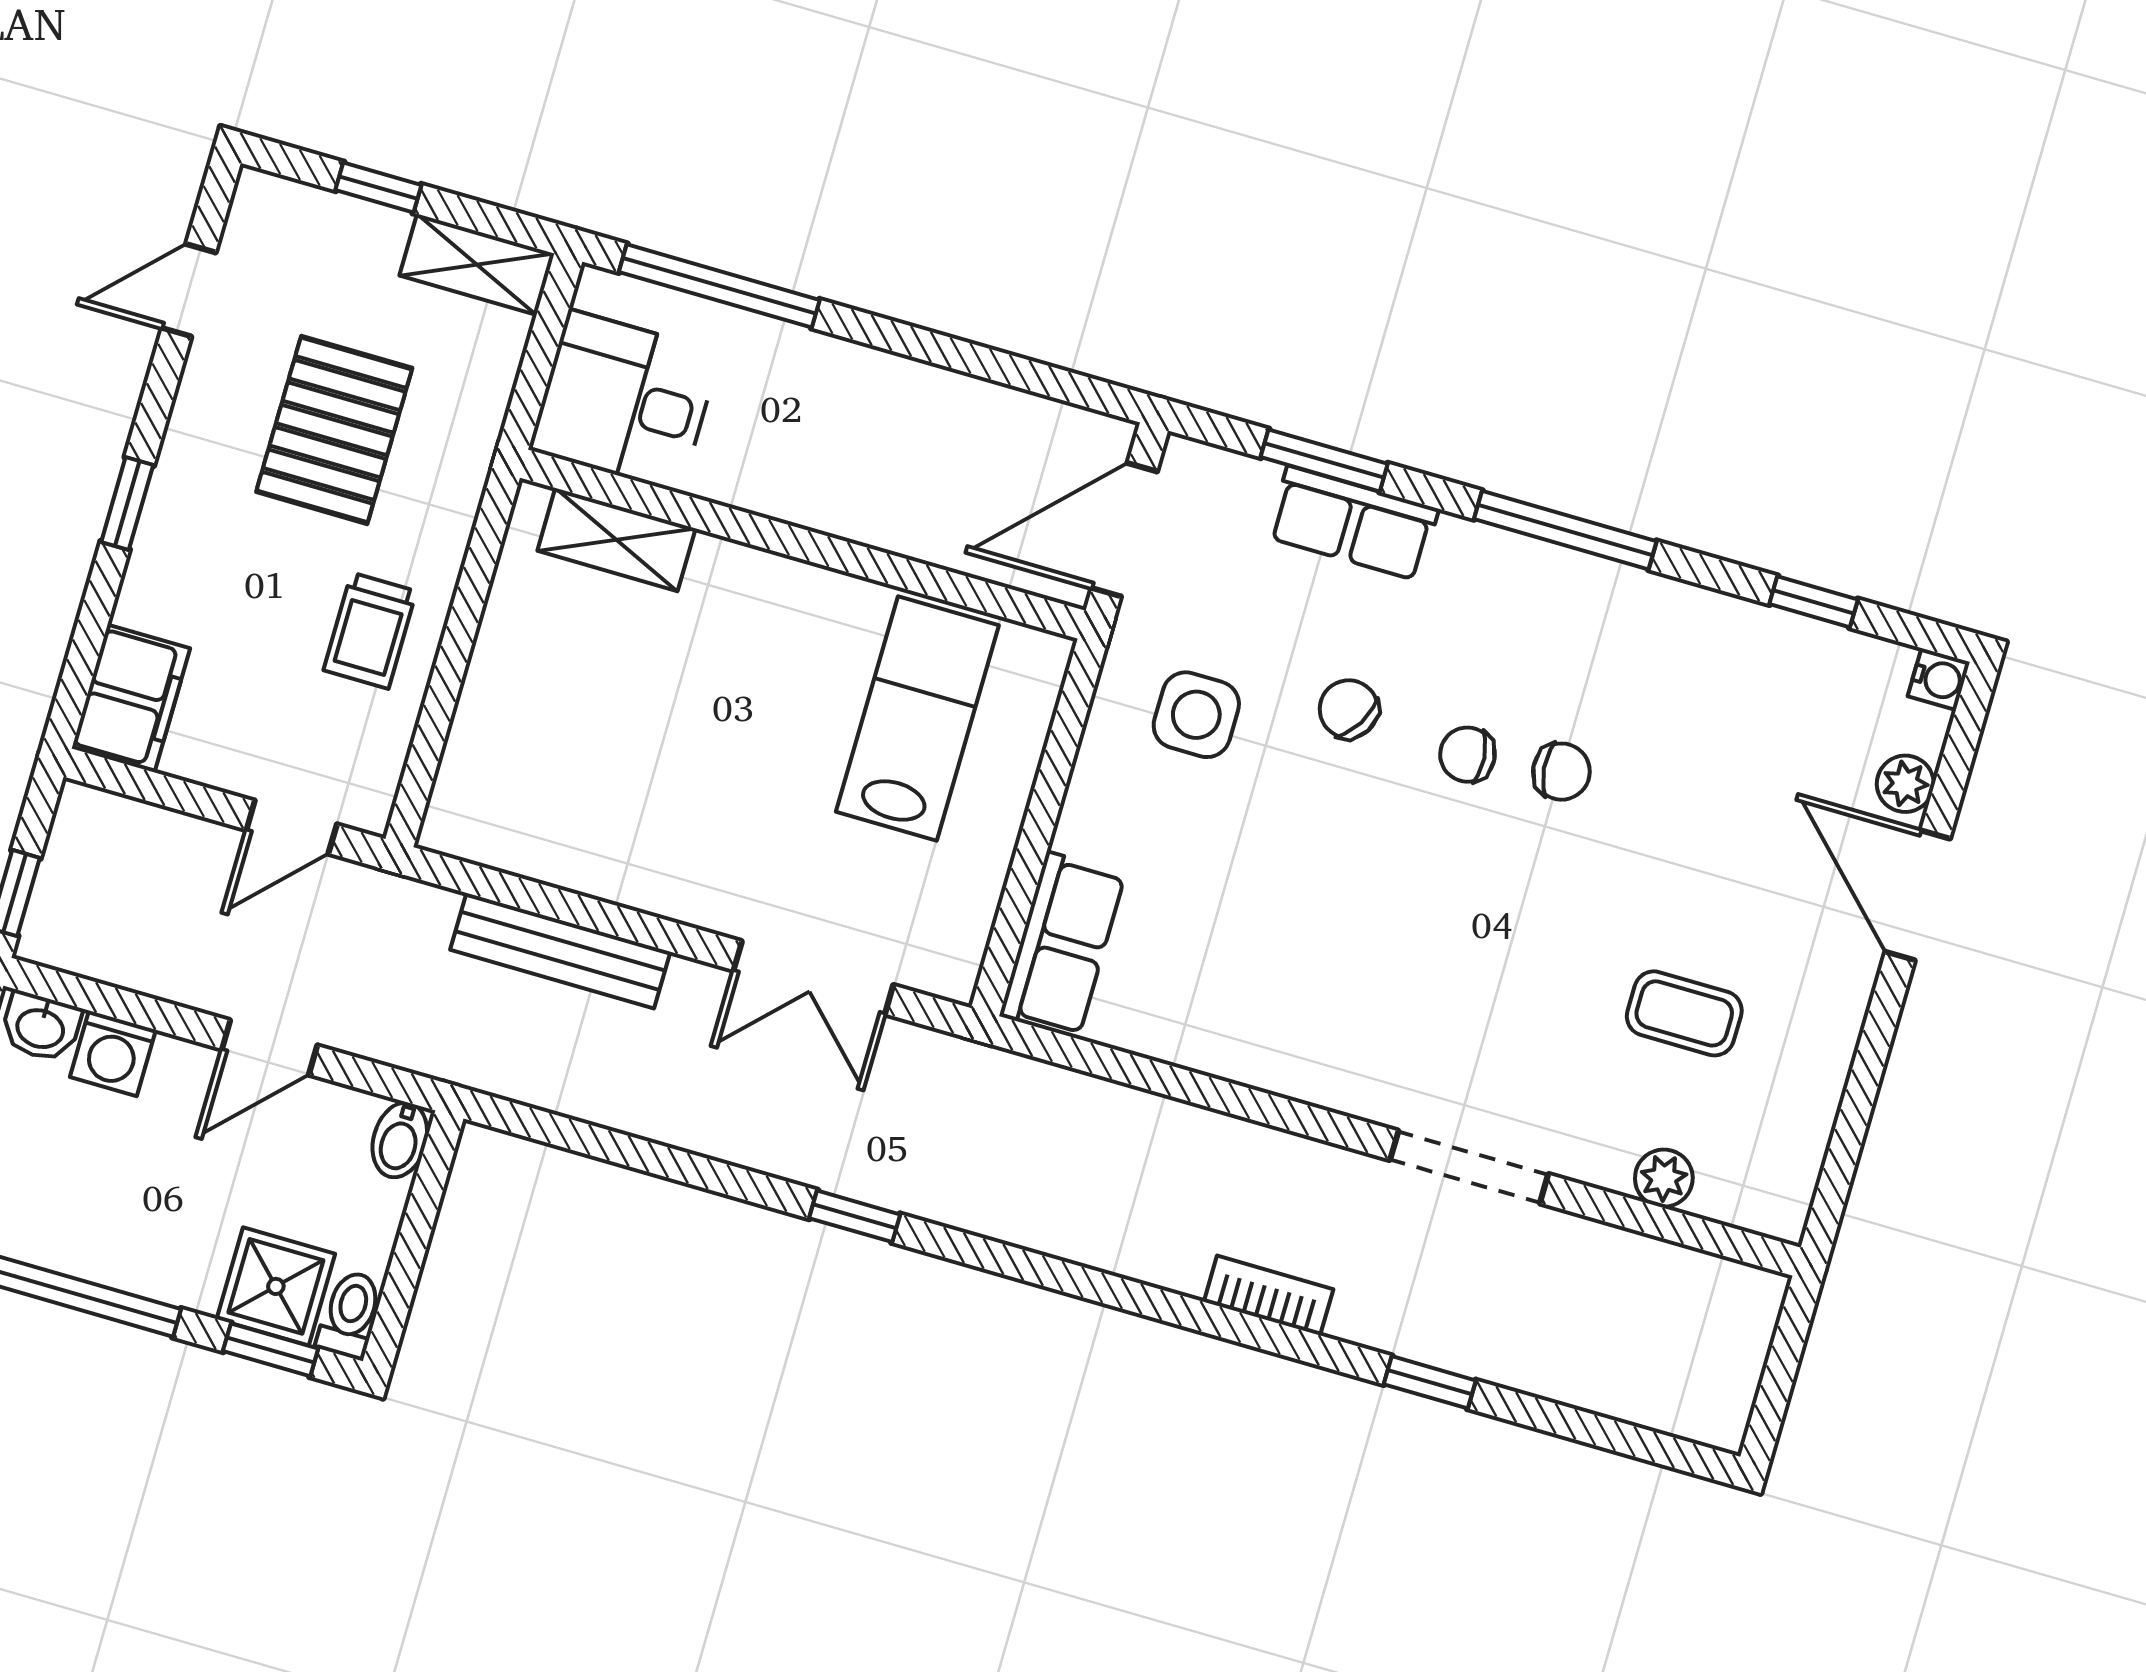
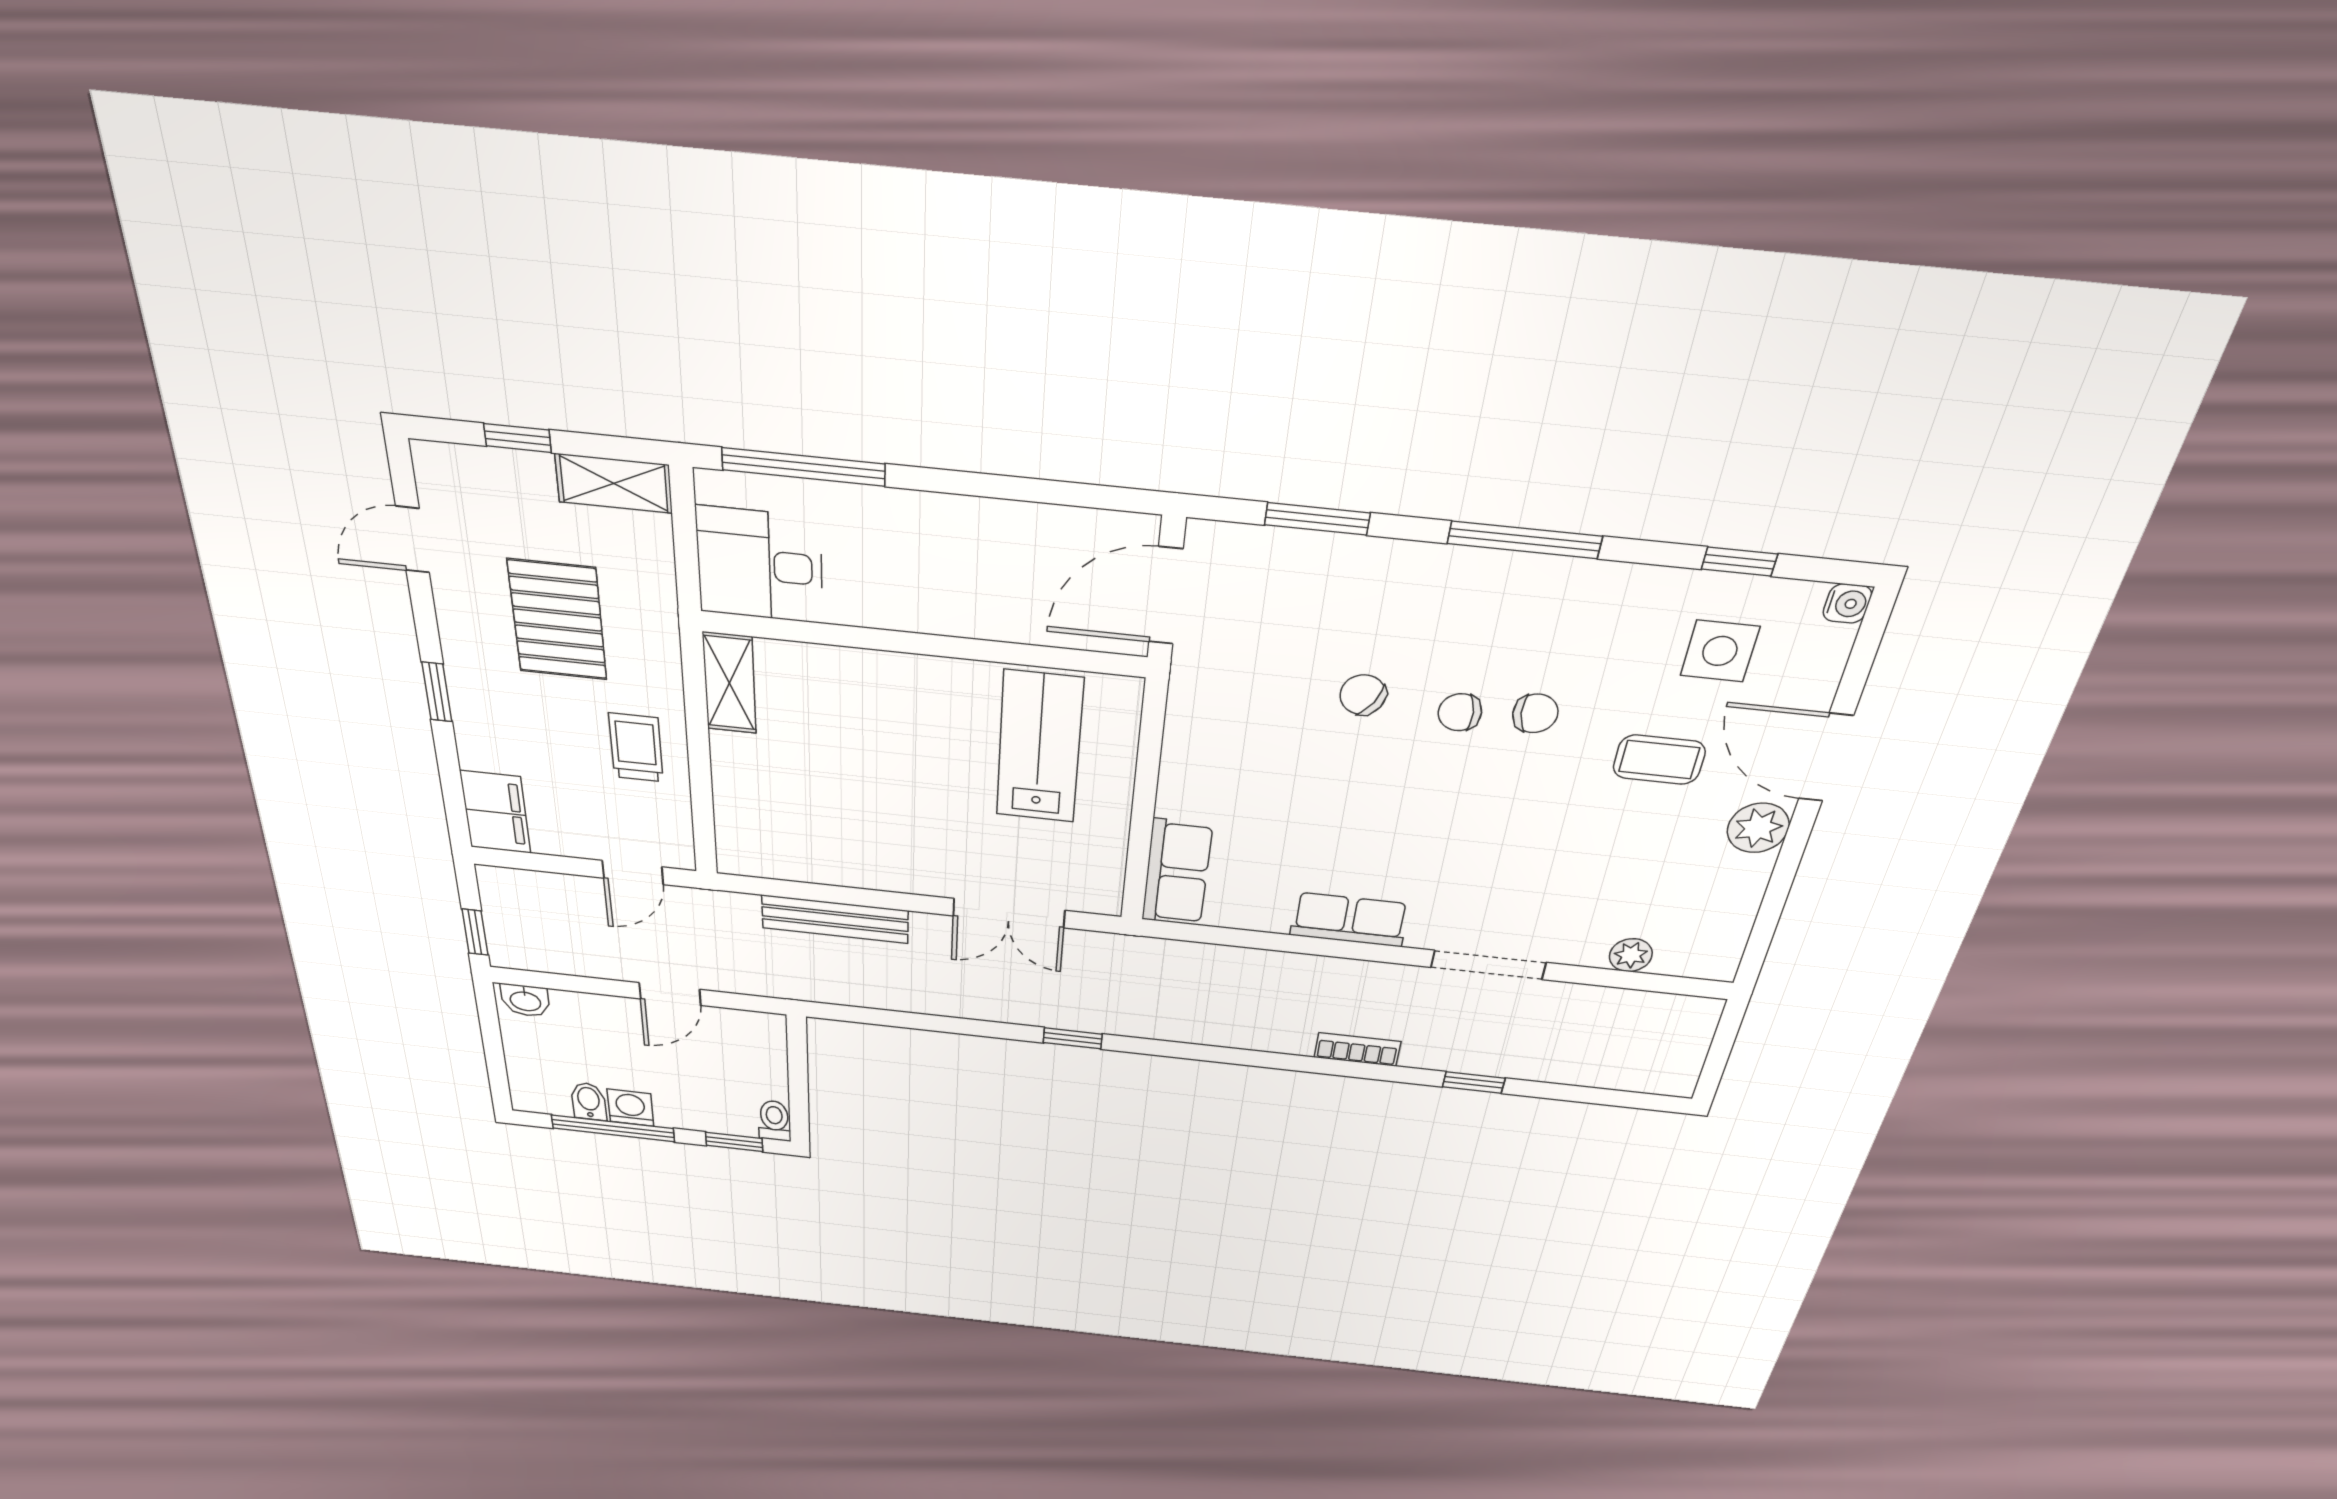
row of seats: (1353, 523) -> (1349, 920), moved, turned 180
shelving: (616, 540) -> (730, 683), moved, turned 90
trolley: (370, 631) -> (636, 748), turned 180
side table: (1196, 715) -> (1720, 651), moved
plant: (1905, 784) -> (1758, 828), moved, width x1.38, depth x1.38
coffee table: (1684, 1013) -> (1659, 760), moved
washing machine: (113, 1053) -> (630, 1108), moved, turned 180
bidet: (400, 1140) -> (589, 1101), moved, turned 180
shower: (276, 1286) -> (725, 1112), removed

